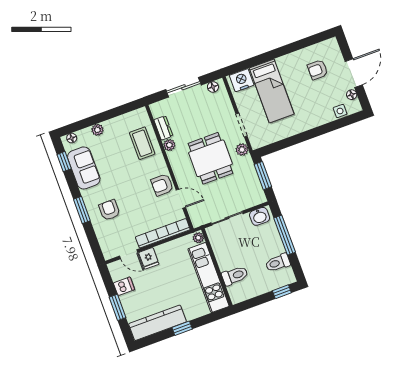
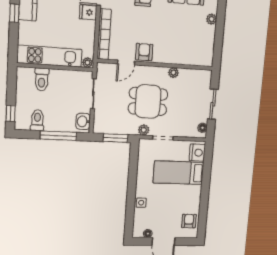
armchair: (318, 70) -> (189, 221), moved
side table: (340, 111) -> (141, 203), moved
dresser: (163, 128) -> (189, 74), removed
coffee table: (142, 143) -> (185, 51), removed

